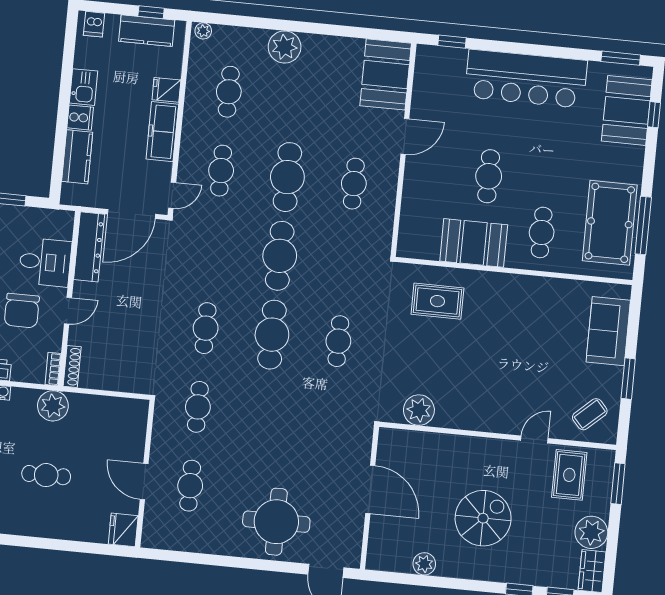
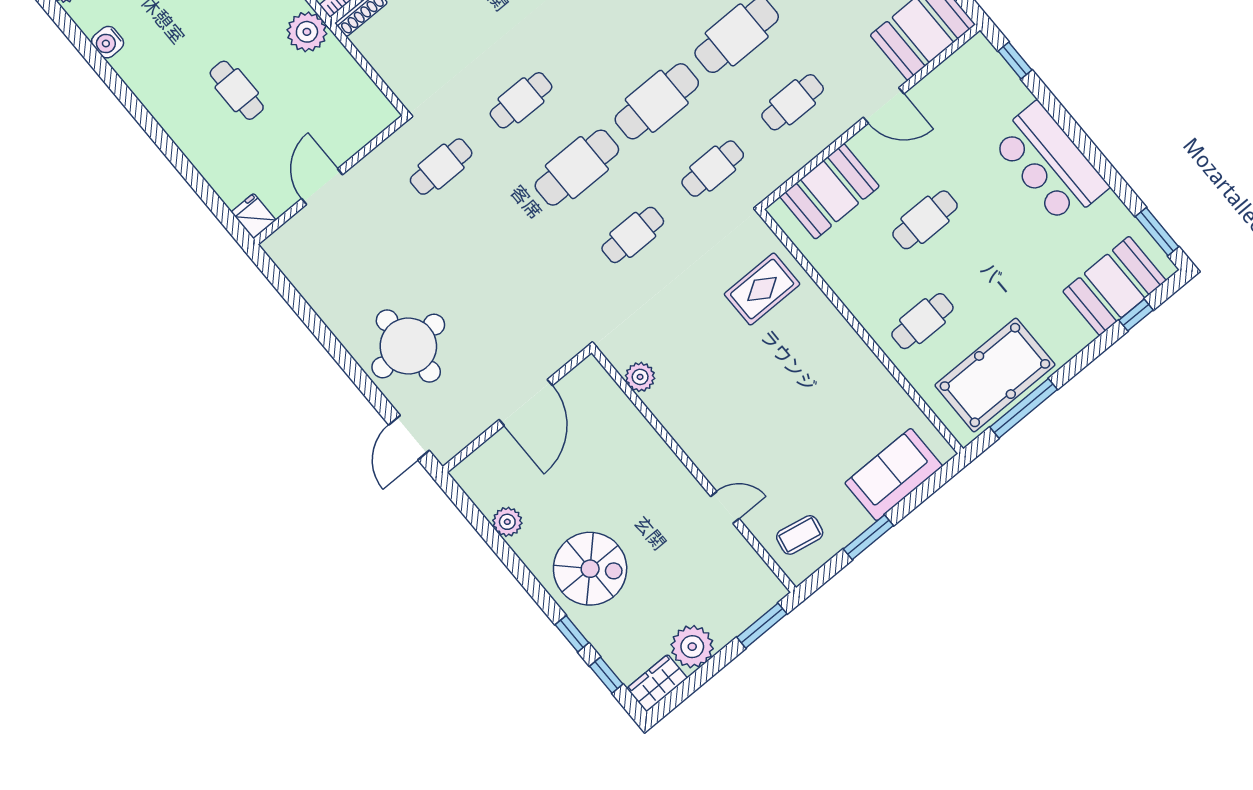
bar counter: (526, 79) -> (1050, 163), width x0.73
booth: (474, 243) -> (829, 191), moved, turned 90
rug: (437, 301) -> (762, 289), turned 90
plant: (419, 410) -> (640, 377), width x0.73, depth x0.73
coffee table: (590, 414) -> (800, 535), turned -37
rug: (569, 475) -> (725, 573), removed
cafe table: (190, 486) -> (713, 169), moved
spiral stairs: (483, 518) -> (590, 569), moved
fridge: (123, 530) -> (254, 216), width x0.72

